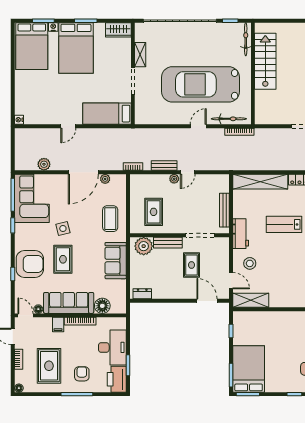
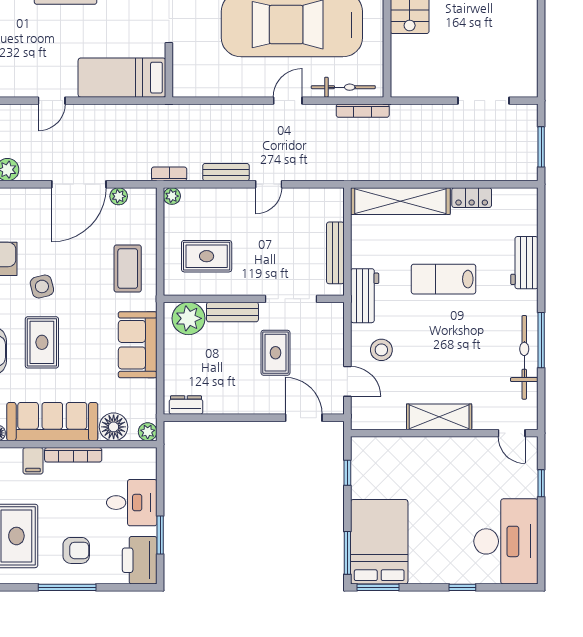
plant: (174, 179) -> (172, 196), moved
rug: (154, 212) -> (207, 256), turned 90
shelving: (251, 300) -> (439, 417), moved
plant: (121, 308) -> (148, 432), added
desk: (112, 347) -> (132, 503), width x0.73
armchair: (82, 374) -> (76, 550), turned 90

